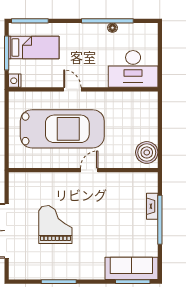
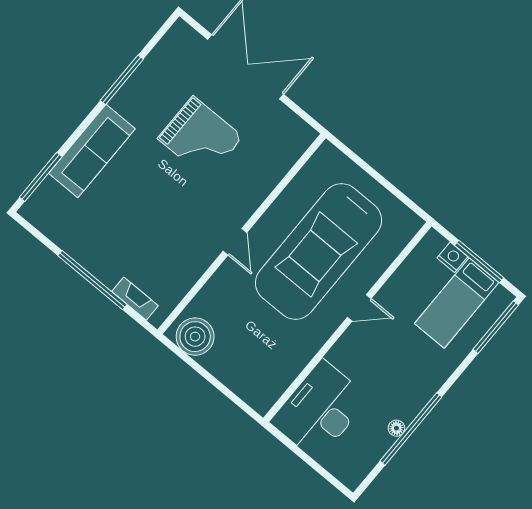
nightstand: (15, 81) -> (452, 257), moved
fireplace: (152, 206) -> (135, 299), moved
sofa: (131, 268) -> (92, 151), moved

